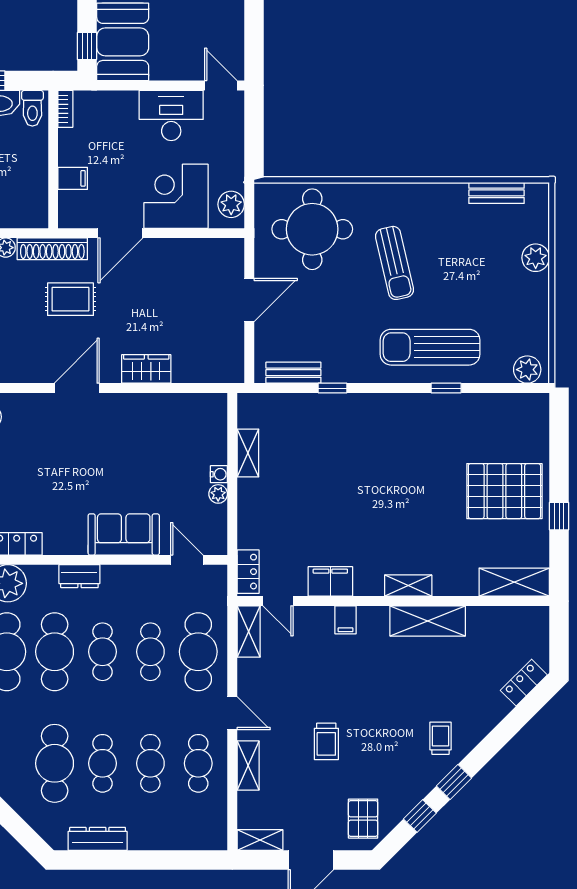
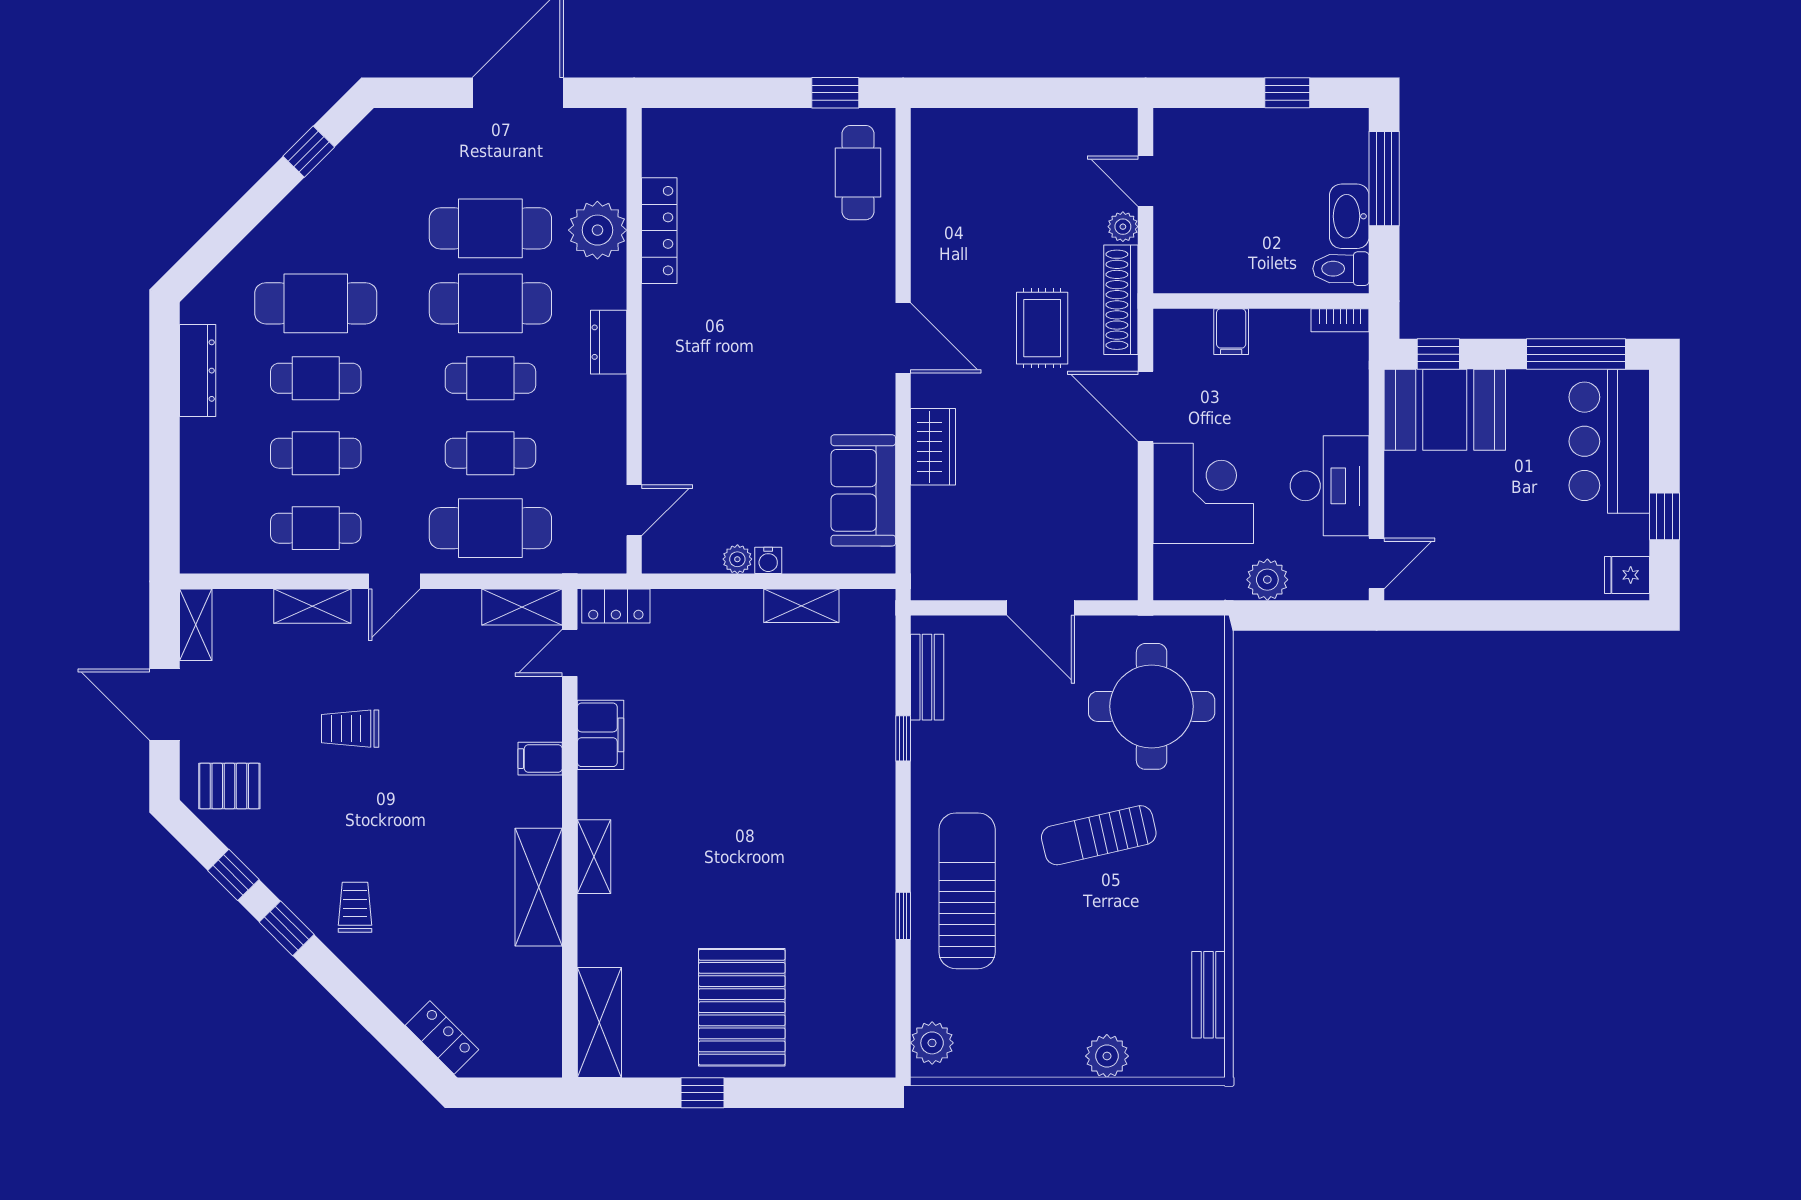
plant: (231, 204) -> (1267, 580), moved
sofa: (124, 534) -> (863, 490), moved, turned 180
trolley: (441, 738) -> (355, 907), turned -90

